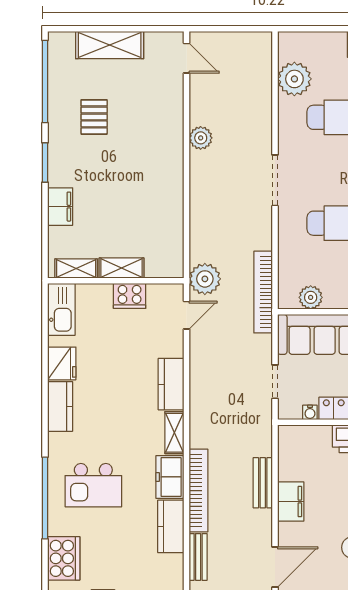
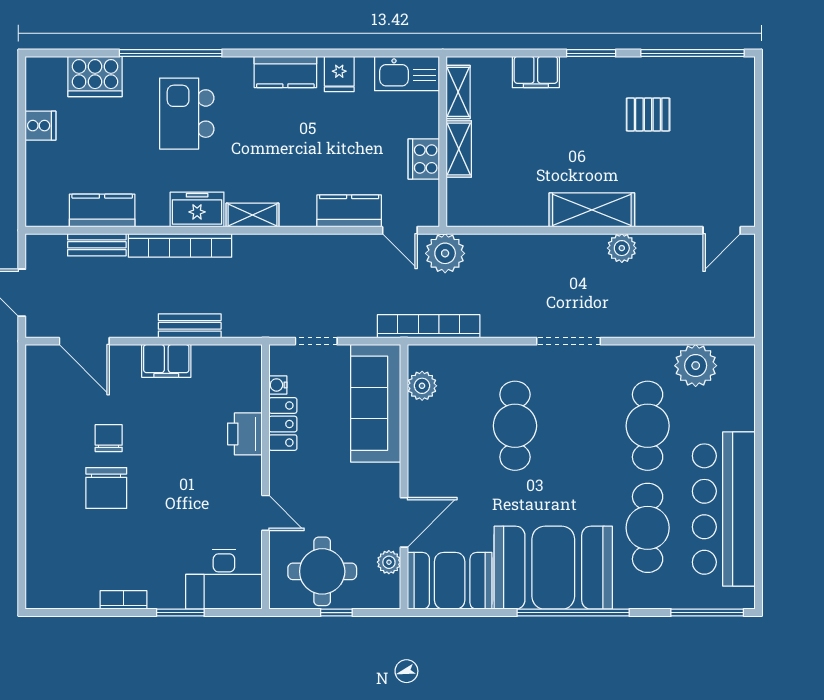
shelving: (110, 45) -> (592, 210), moved, turned 90
fridge: (62, 363) -> (339, 74), width x0.72
kitchen counter: (171, 384) -> (349, 211), moved
kitchen counter: (171, 526) -> (102, 211), moved

